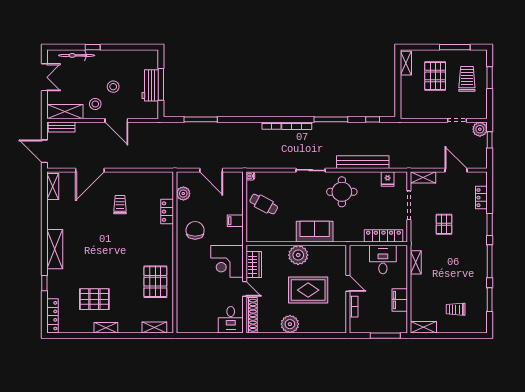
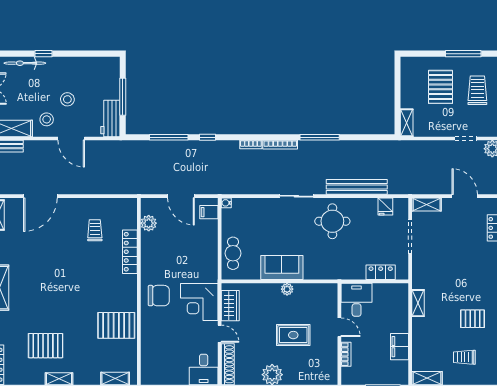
shelving: (406, 63) -> (407, 123), moved
workbench: (150, 85) -> (110, 118), moved
window: (373, 119) -> (207, 137), moved
cafe table: (264, 204) -> (233, 253), moved, turned 62
trolley: (120, 205) -> (95, 230), moved
locker: (167, 212) -> (130, 252), width x1.53
filing cabinet: (235, 221) -> (209, 212), moved
pallet: (444, 224) -> (473, 319), moved, turned 90
chair: (195, 230) -> (159, 296), moved, turned 90
sofa: (315, 232) -> (282, 267), moved
locker: (383, 236) -> (381, 272), width x0.66
plant: (298, 255) -> (287, 289), width x0.53, depth x0.53
desk: (383, 260) -> (357, 300), moved
pallet: (155, 282) -> (116, 325), turned 90
rug: (308, 290) -> (293, 335), width x0.73, depth x0.70

